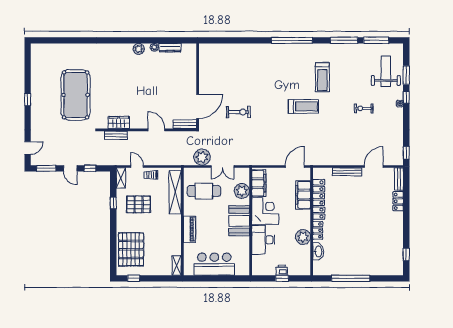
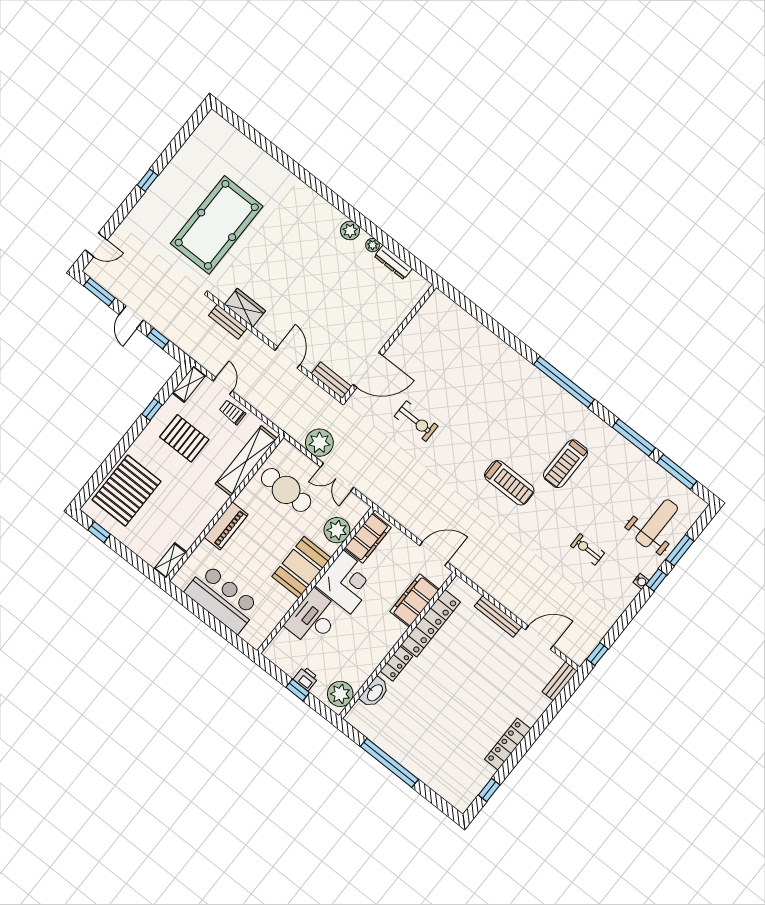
locker: (398, 201) -> (508, 744), moved, width x1.53
plant: (303, 237) -> (340, 694), moved

